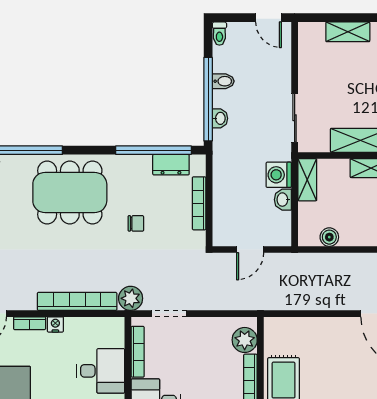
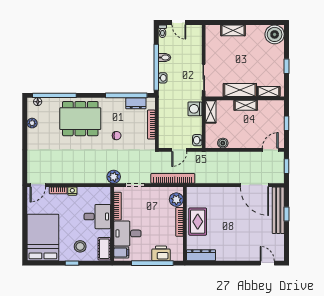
door: (269, 18) -> (179, 23), moved
washbasin: (283, 200) -> (197, 140), moved
bookcase: (77, 301) -> (173, 178), moved

